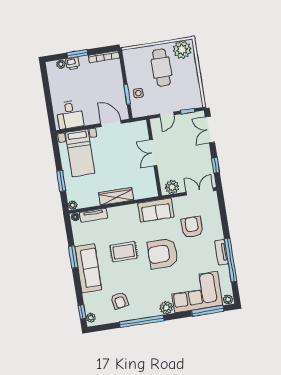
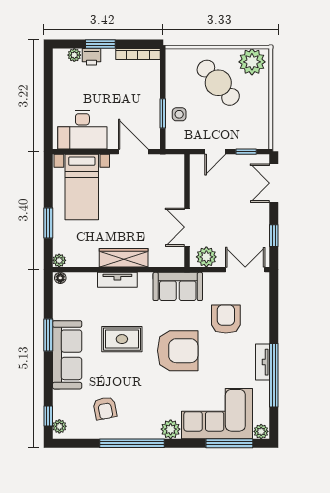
cafe table: (161, 68) -> (218, 83), turned -41
desk: (70, 115) -> (82, 130), width x1.37
double door: (153, 153) -> (187, 227), moved
tv unit: (94, 215) -> (117, 280), moved
armchair: (163, 254) -> (178, 351), turned 180

